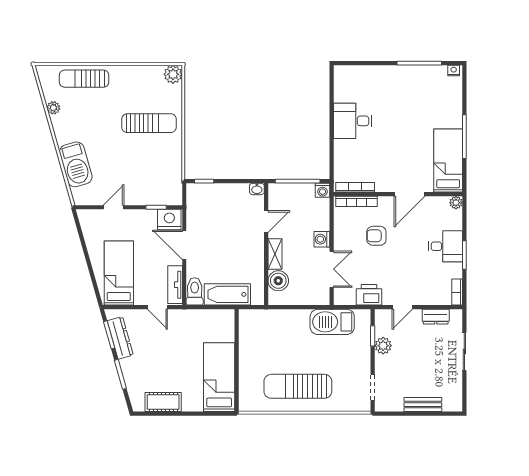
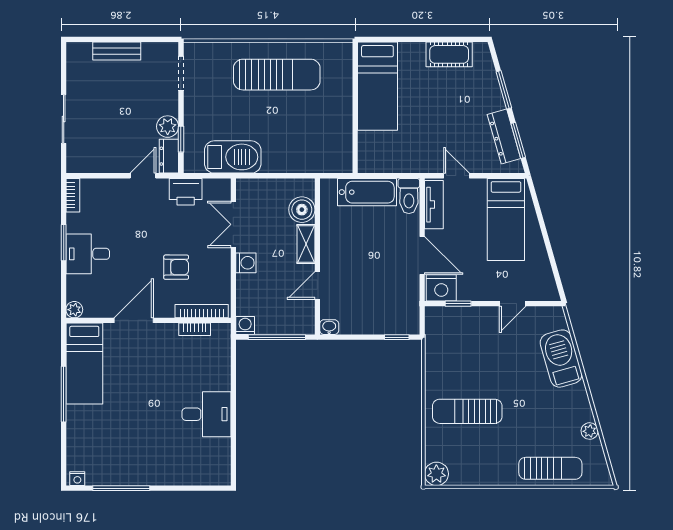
bookcase: (355, 187) -> (195, 329), width x0.64
dresser: (436, 317) -> (169, 156), moved, turned -90

